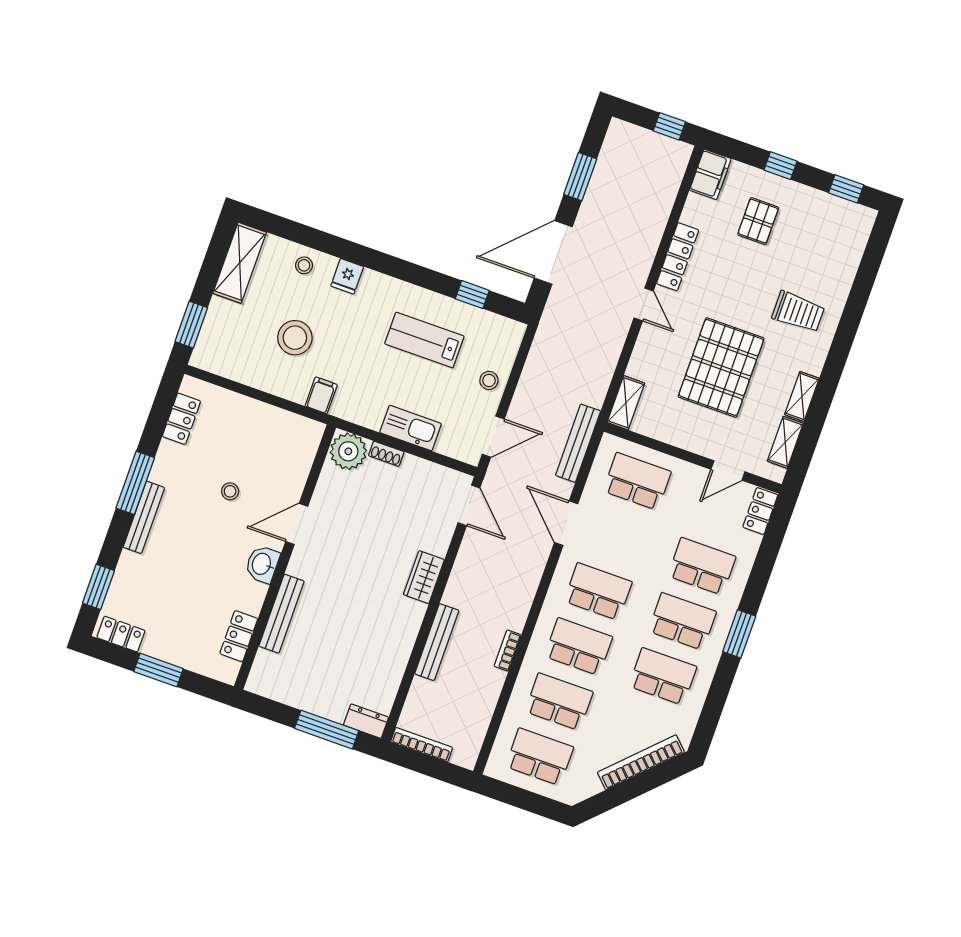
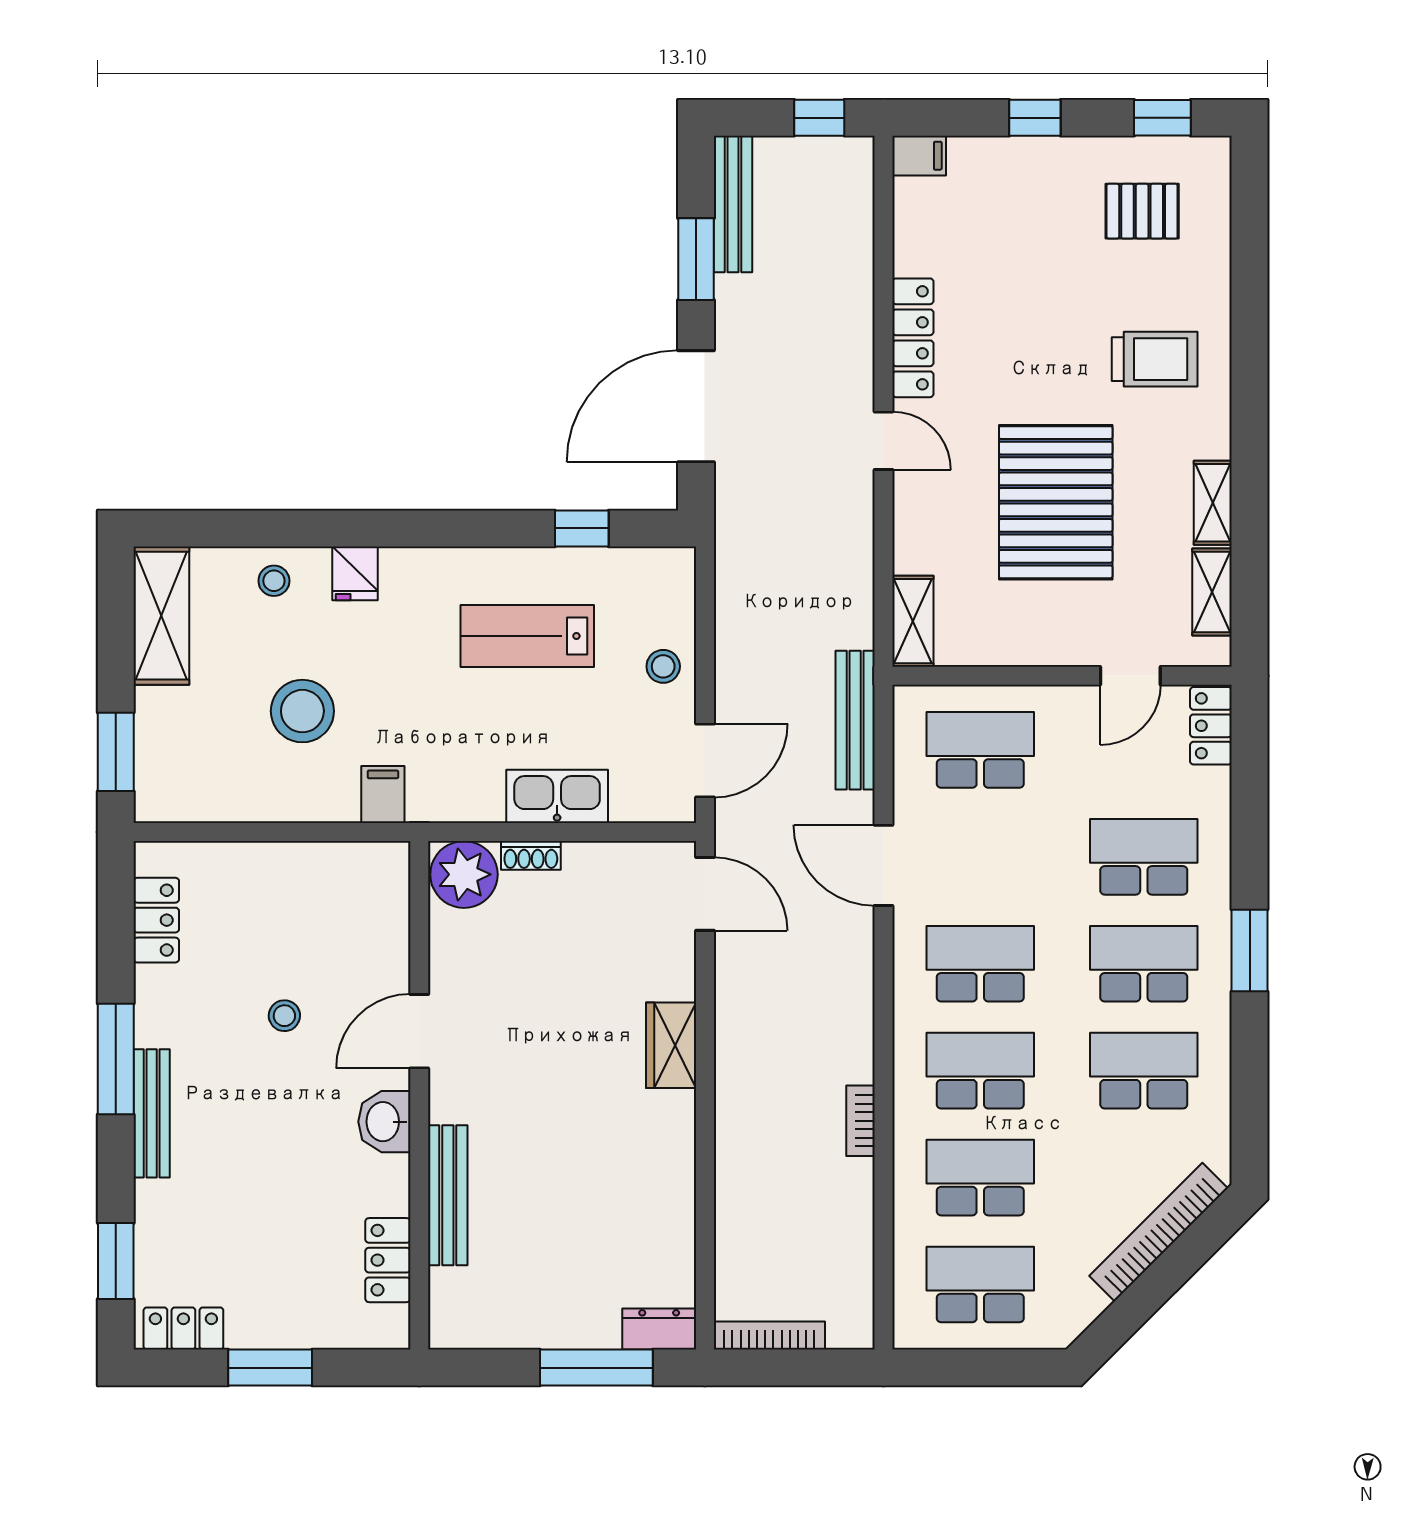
filing cabinet: (710, 174) -> (919, 156), width x0.50
pallet: (758, 221) -> (1142, 211), moved, turned 90
bench: (437, 642) -> (733, 204), moved

